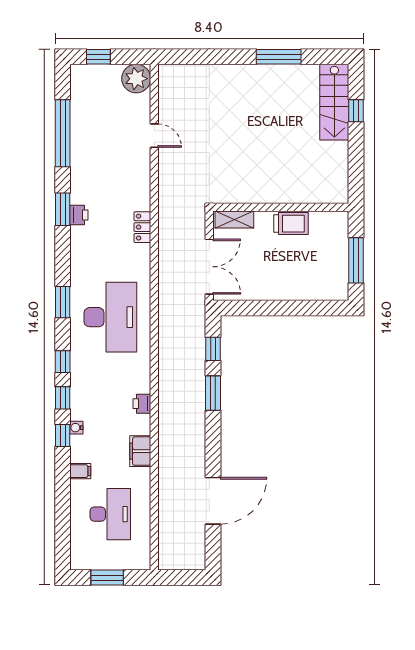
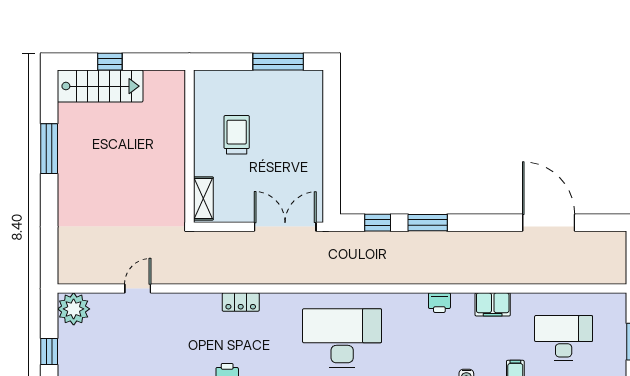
wall: (281, 207) -> (189, 146), moved
shelving: (234, 220) -> (203, 198), moved

